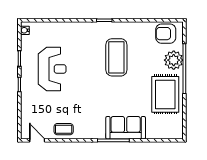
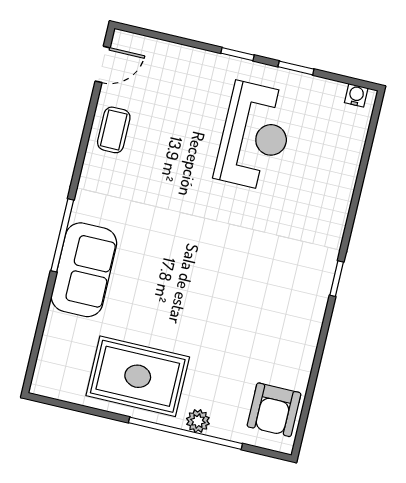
armchair: (166, 34) -> (274, 410), turned 180
coffee table: (116, 57) -> (247, 286), removed
plant: (174, 60) -> (198, 421), width x0.53, depth x0.53
reception desk: (52, 69) -> (255, 136), turned -90

